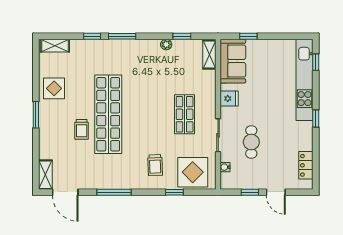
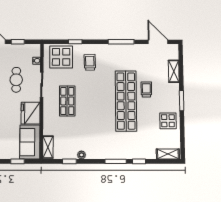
fridge: (229, 98) -> (31, 113), width x1.88, depth x1.34
shelving: (45, 175) -> (174, 71), moved

